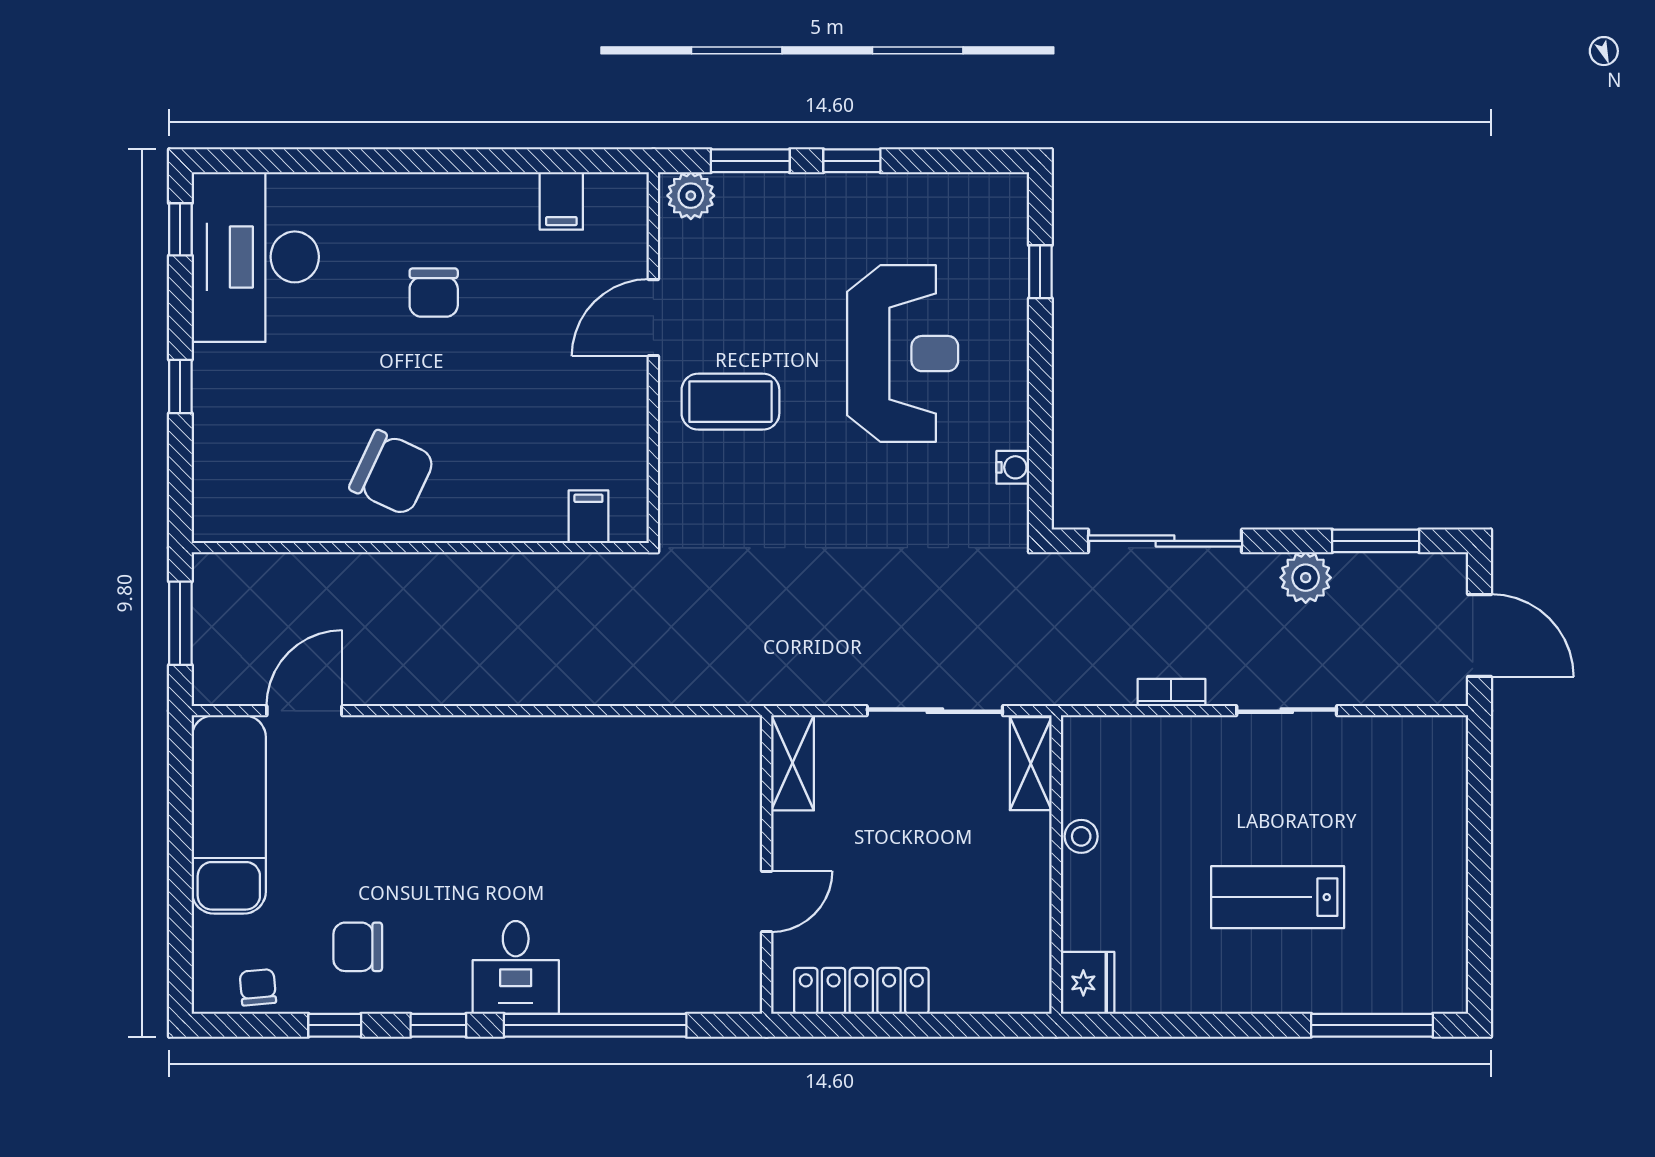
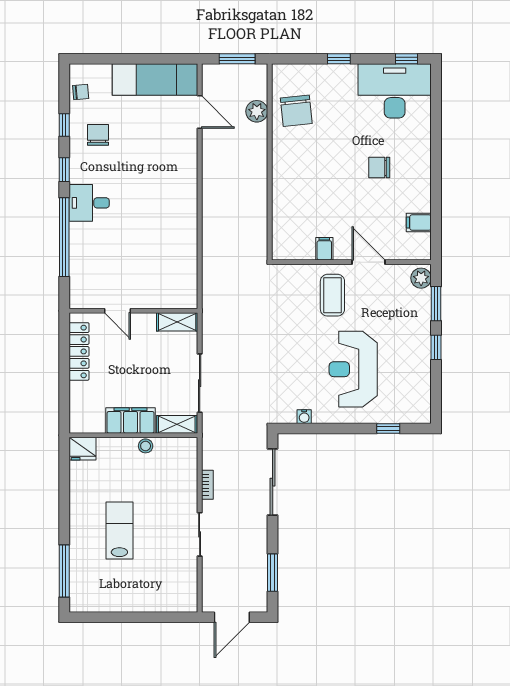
reception desk: (903, 354) -> (353, 369), turned 90
chair: (392, 473) -> (296, 111), moved, turned -31
filing cabinet: (588, 517) -> (324, 249), moved, turned -90
plant: (1306, 578) -> (257, 111), moved
filing cabinet: (1022, 871) -> (131, 421), added

